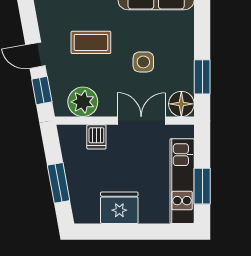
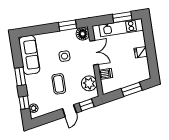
double door: (141, 121) -> (94, 53), swing flipped
fridge: (119, 208) -> (141, 52), width x0.53, depth x0.75

